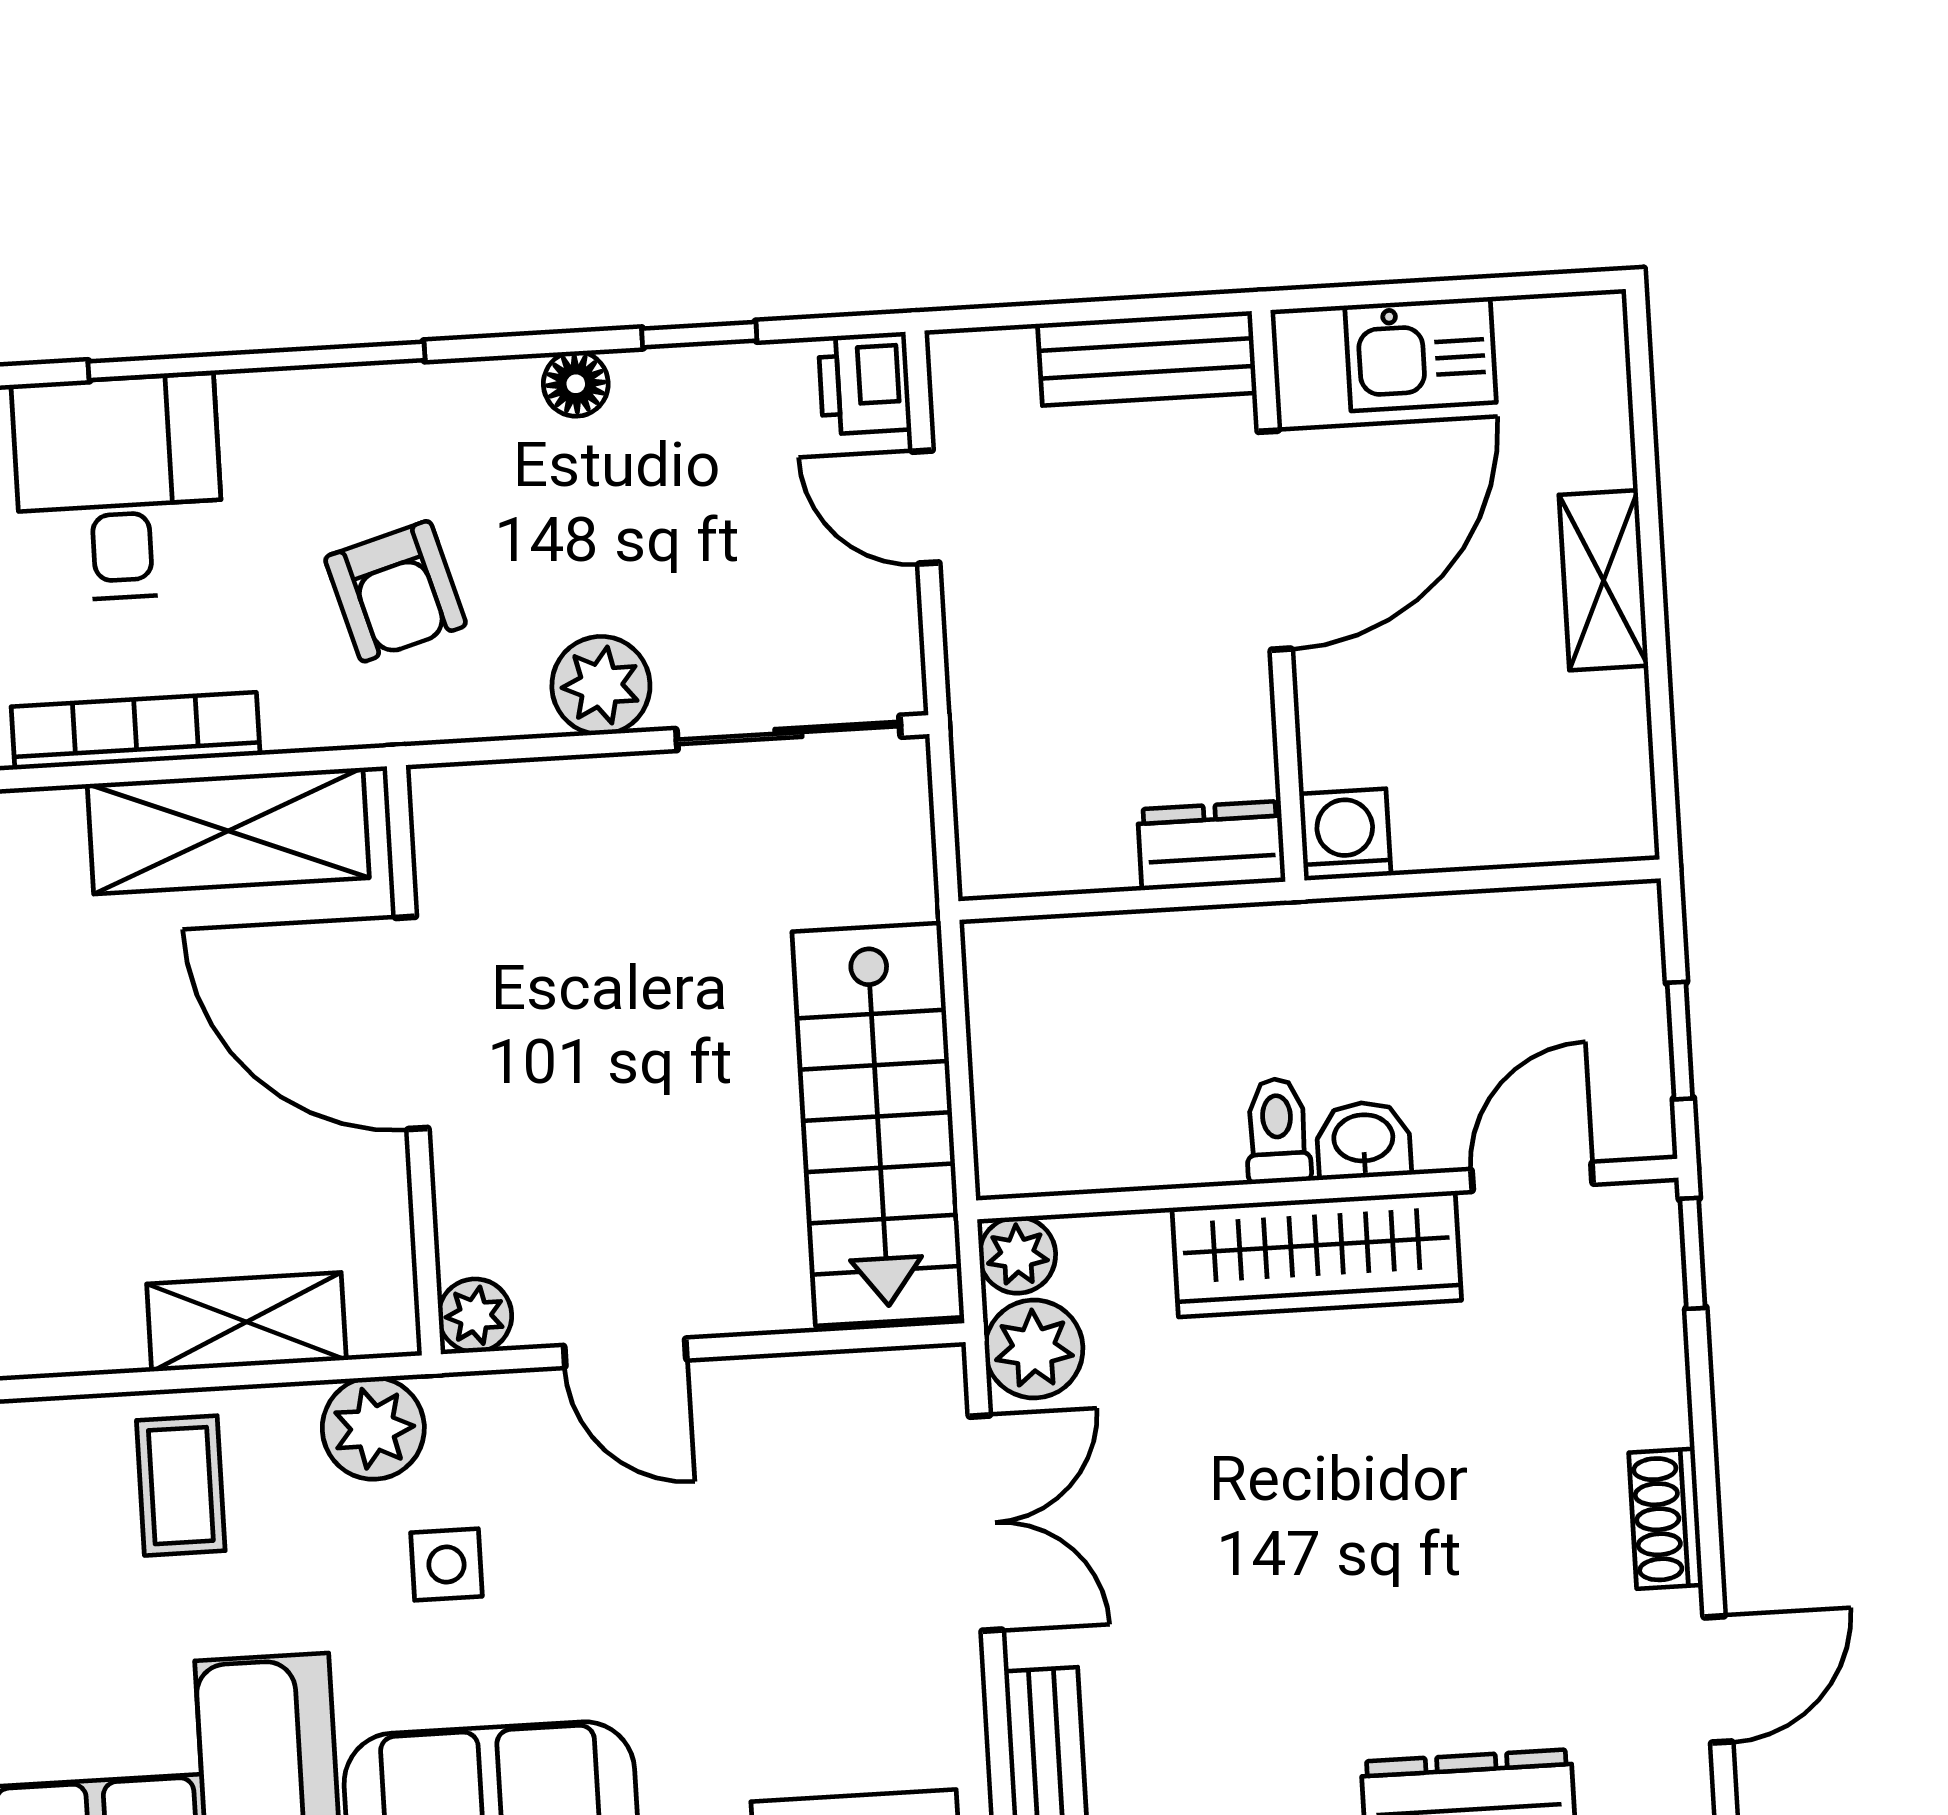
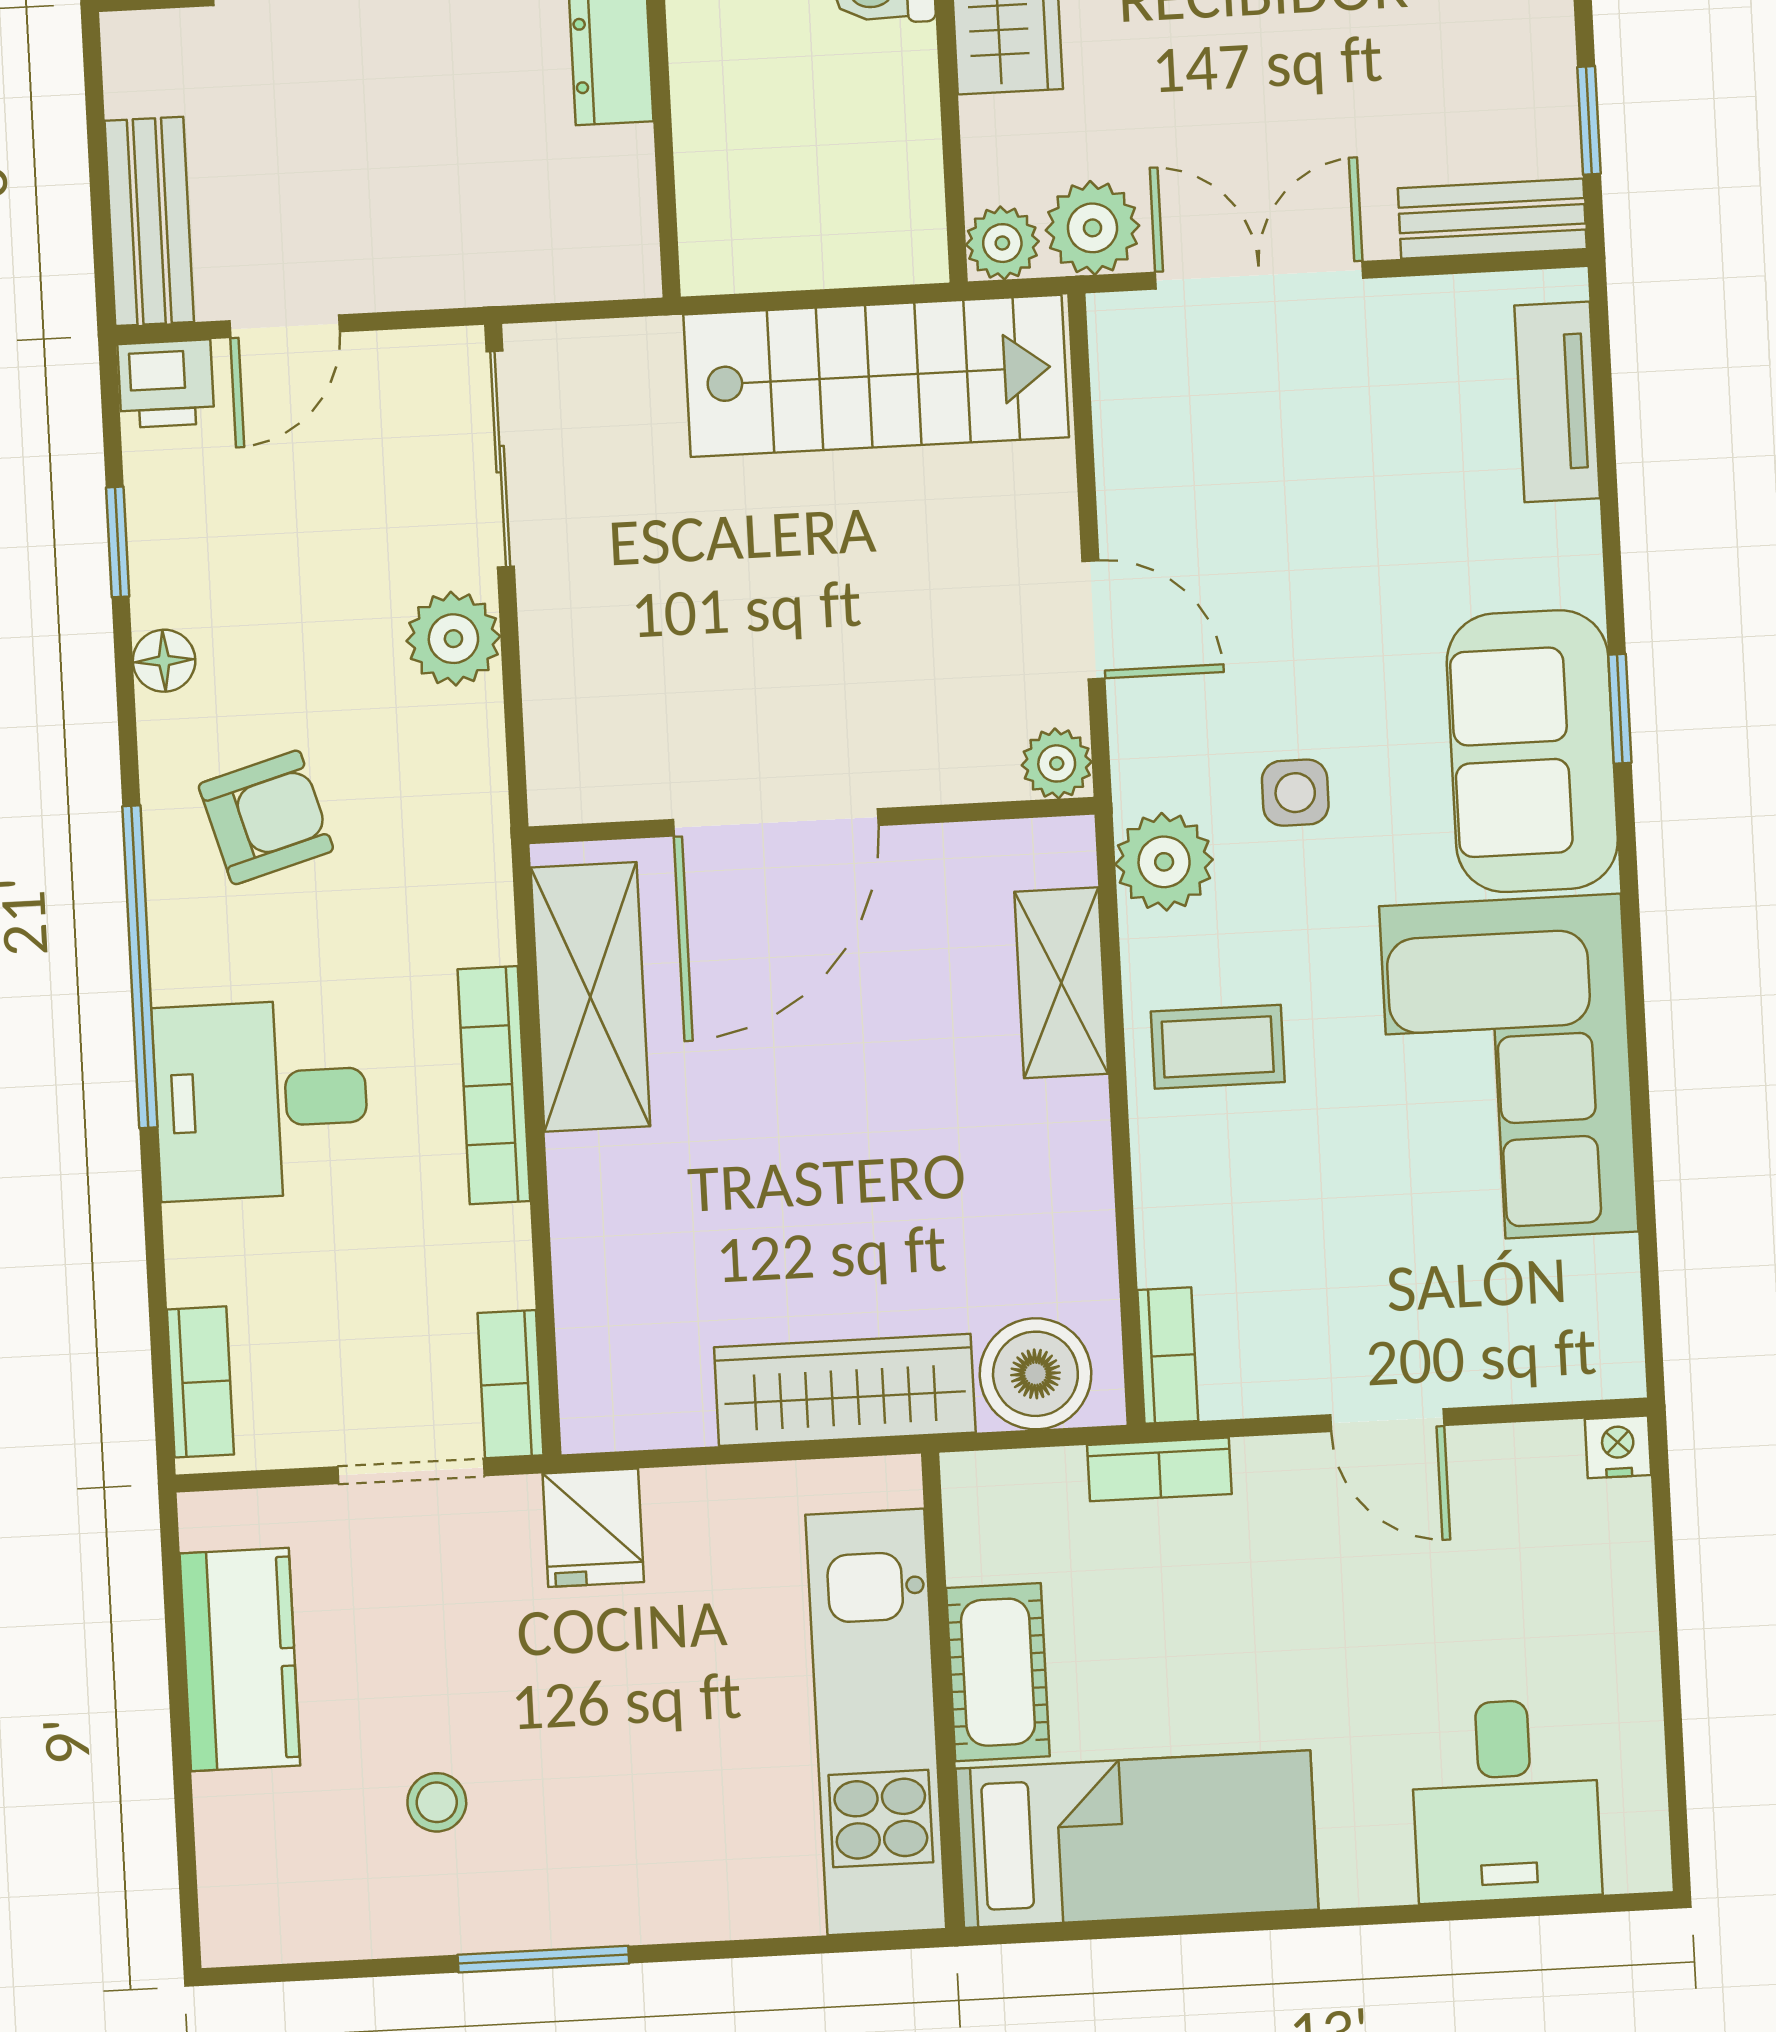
bench: (1147, 358) -> (149, 221), moved
armchair: (395, 591) -> (266, 817), moved
door: (625, 1353) -> (1093, 620), hinge flipped

